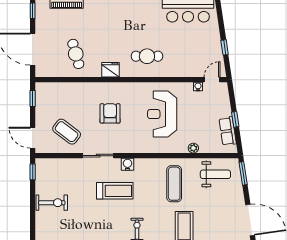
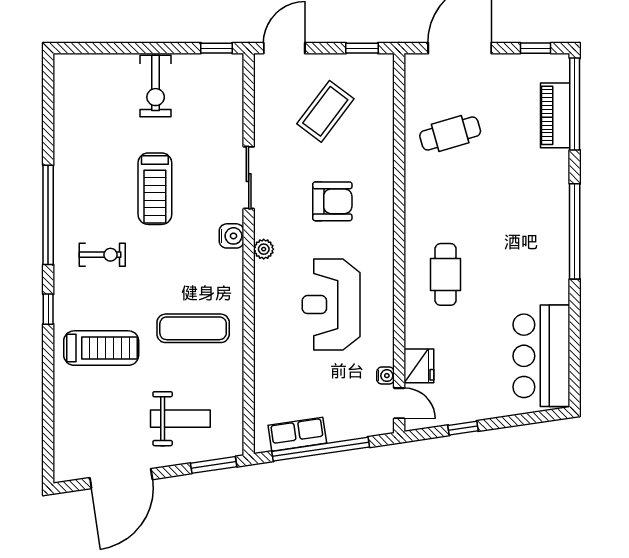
fridge: (110, 70) -> (419, 366), moved
reception desk: (162, 114) -> (331, 305), turned -90
window: (235, 119) -> (321, 449), width x3.17
coffee table: (67, 132) -> (325, 111), moved
plant: (193, 148) -> (264, 249), moved
weight bench: (215, 174) -> (180, 419), moved, turned -90
treadmill: (115, 191) -> (155, 189), moved

